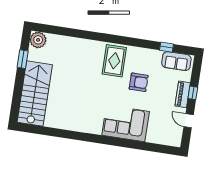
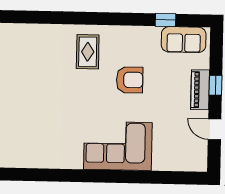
rug: (114, 61) -> (88, 52), width x0.73, depth x0.70

